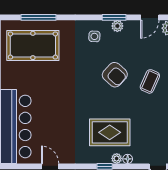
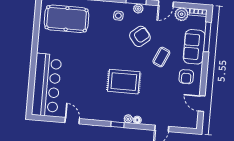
armchair: (115, 75) -> (140, 36), moved, turned -81
rug: (110, 132) -> (124, 82), moved

